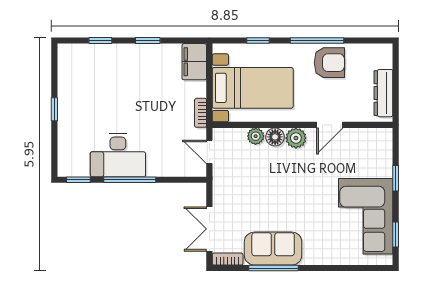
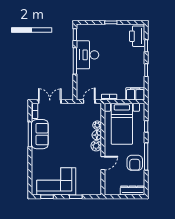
printer: (81, 58) -> (137, 36), added
dresser: (383, 93) -> (132, 190), moved
door: (330, 125) -> (103, 163), swing flipped

